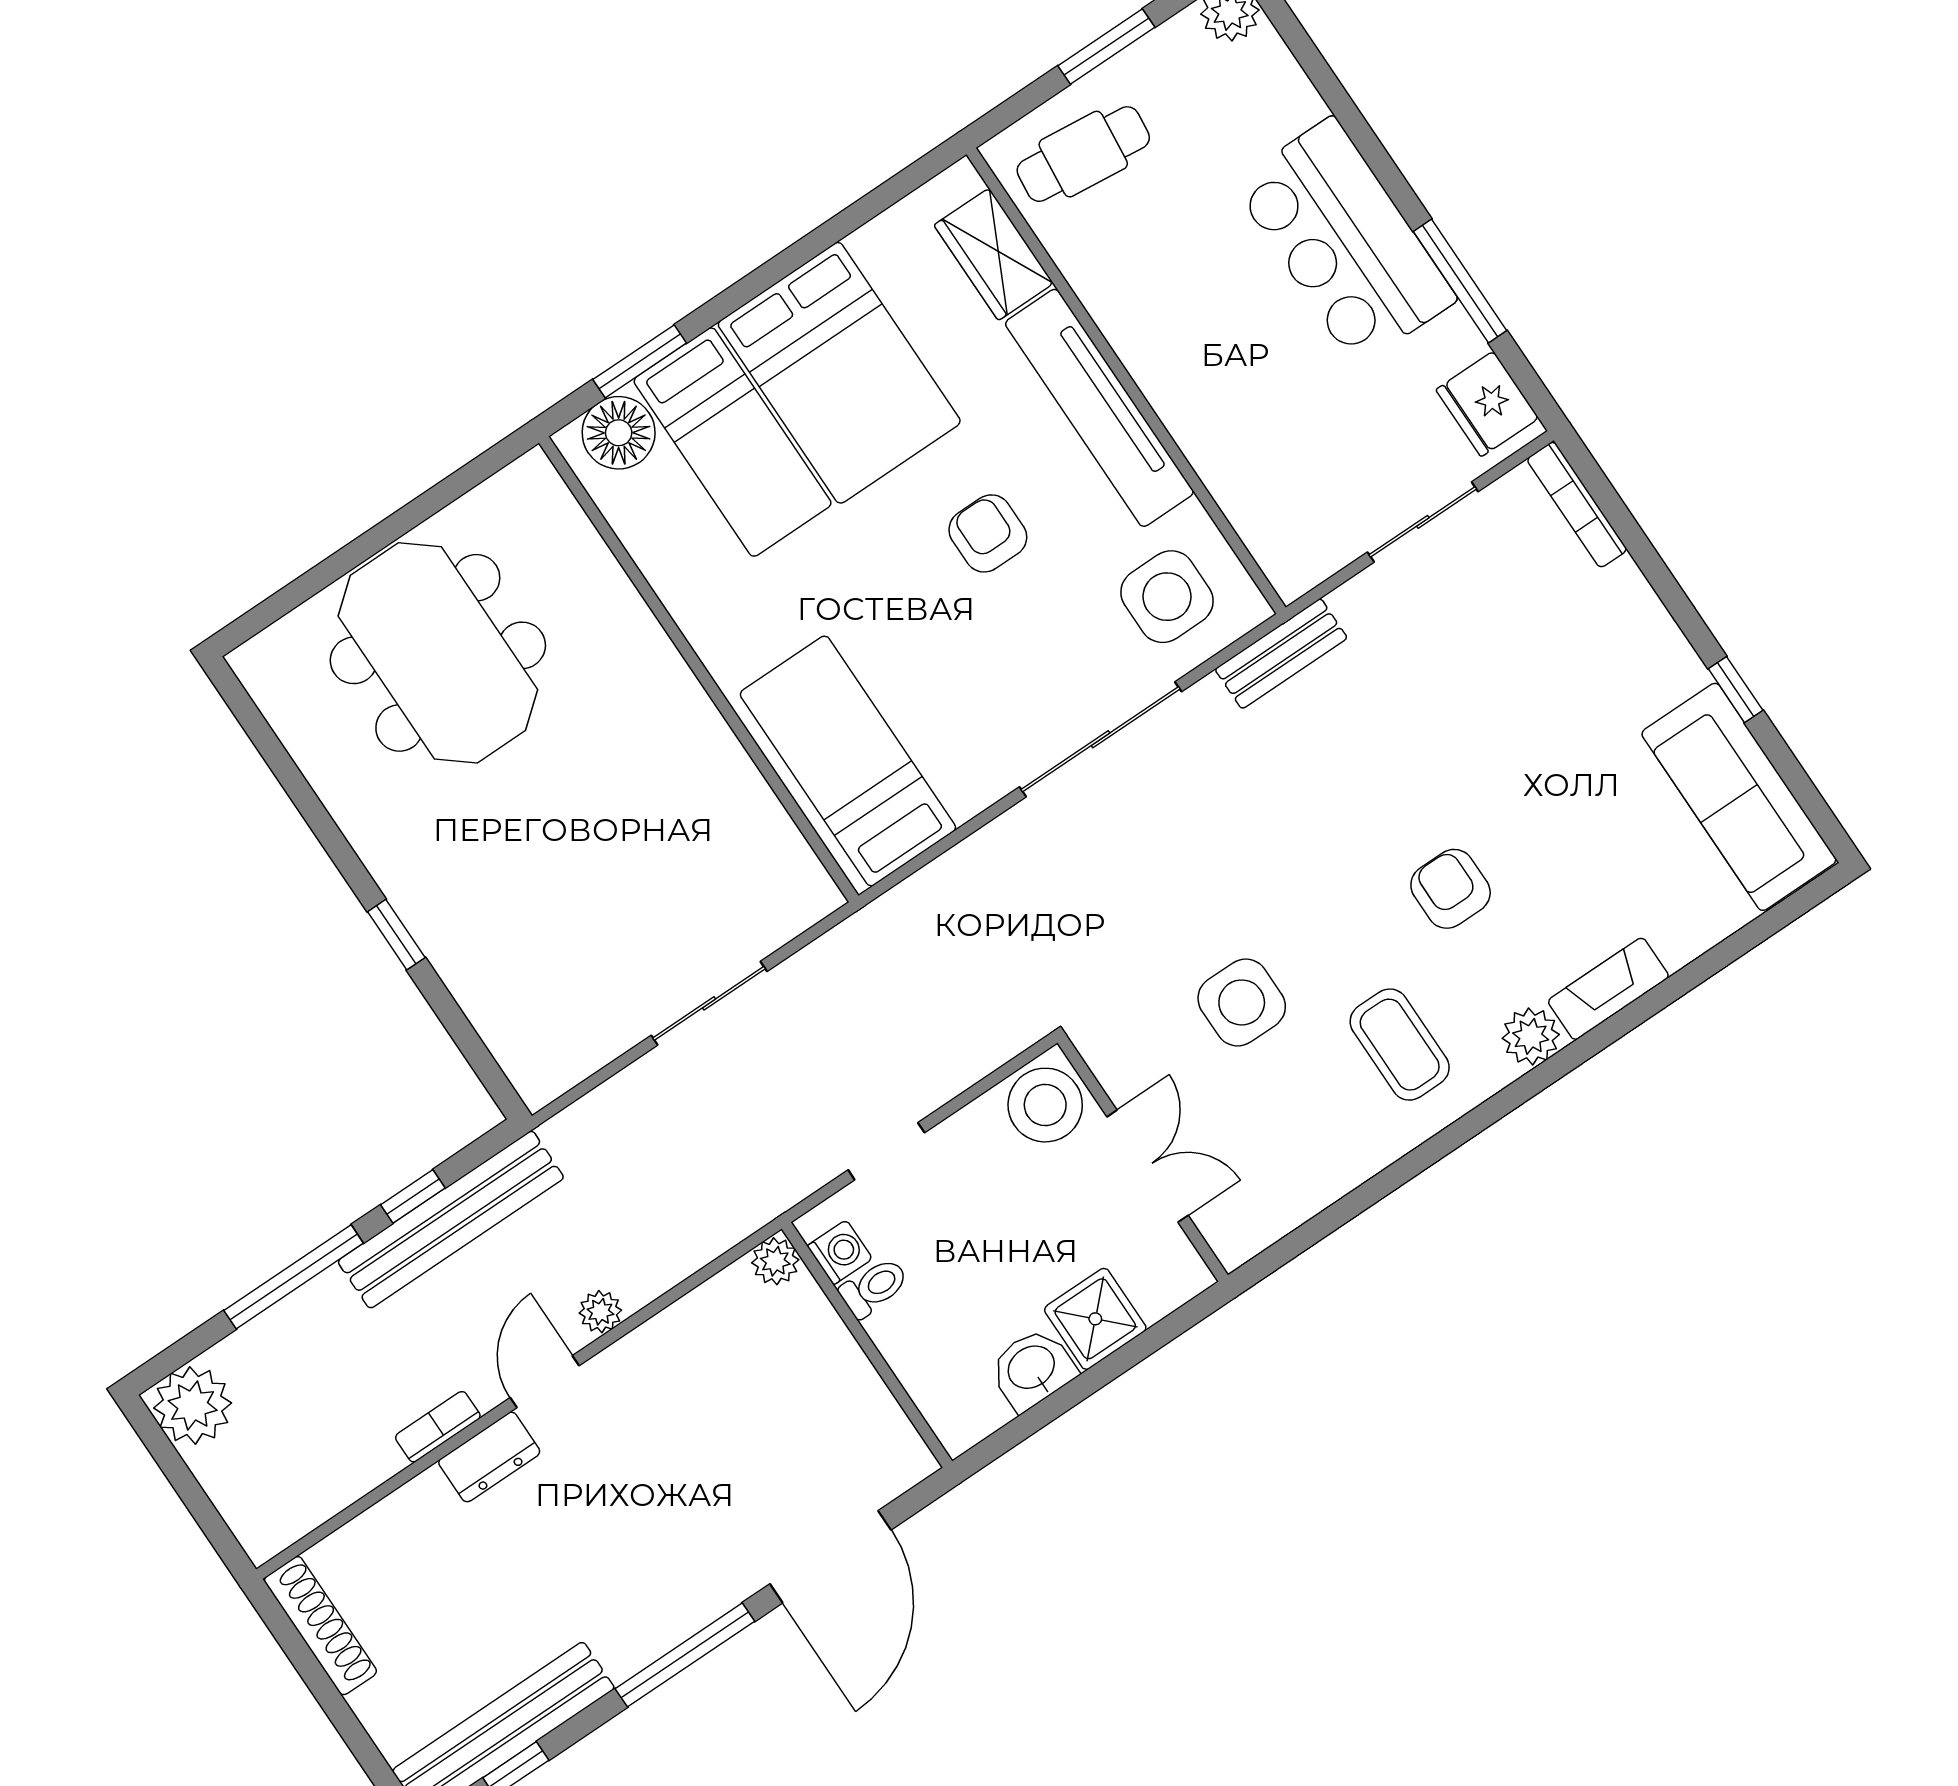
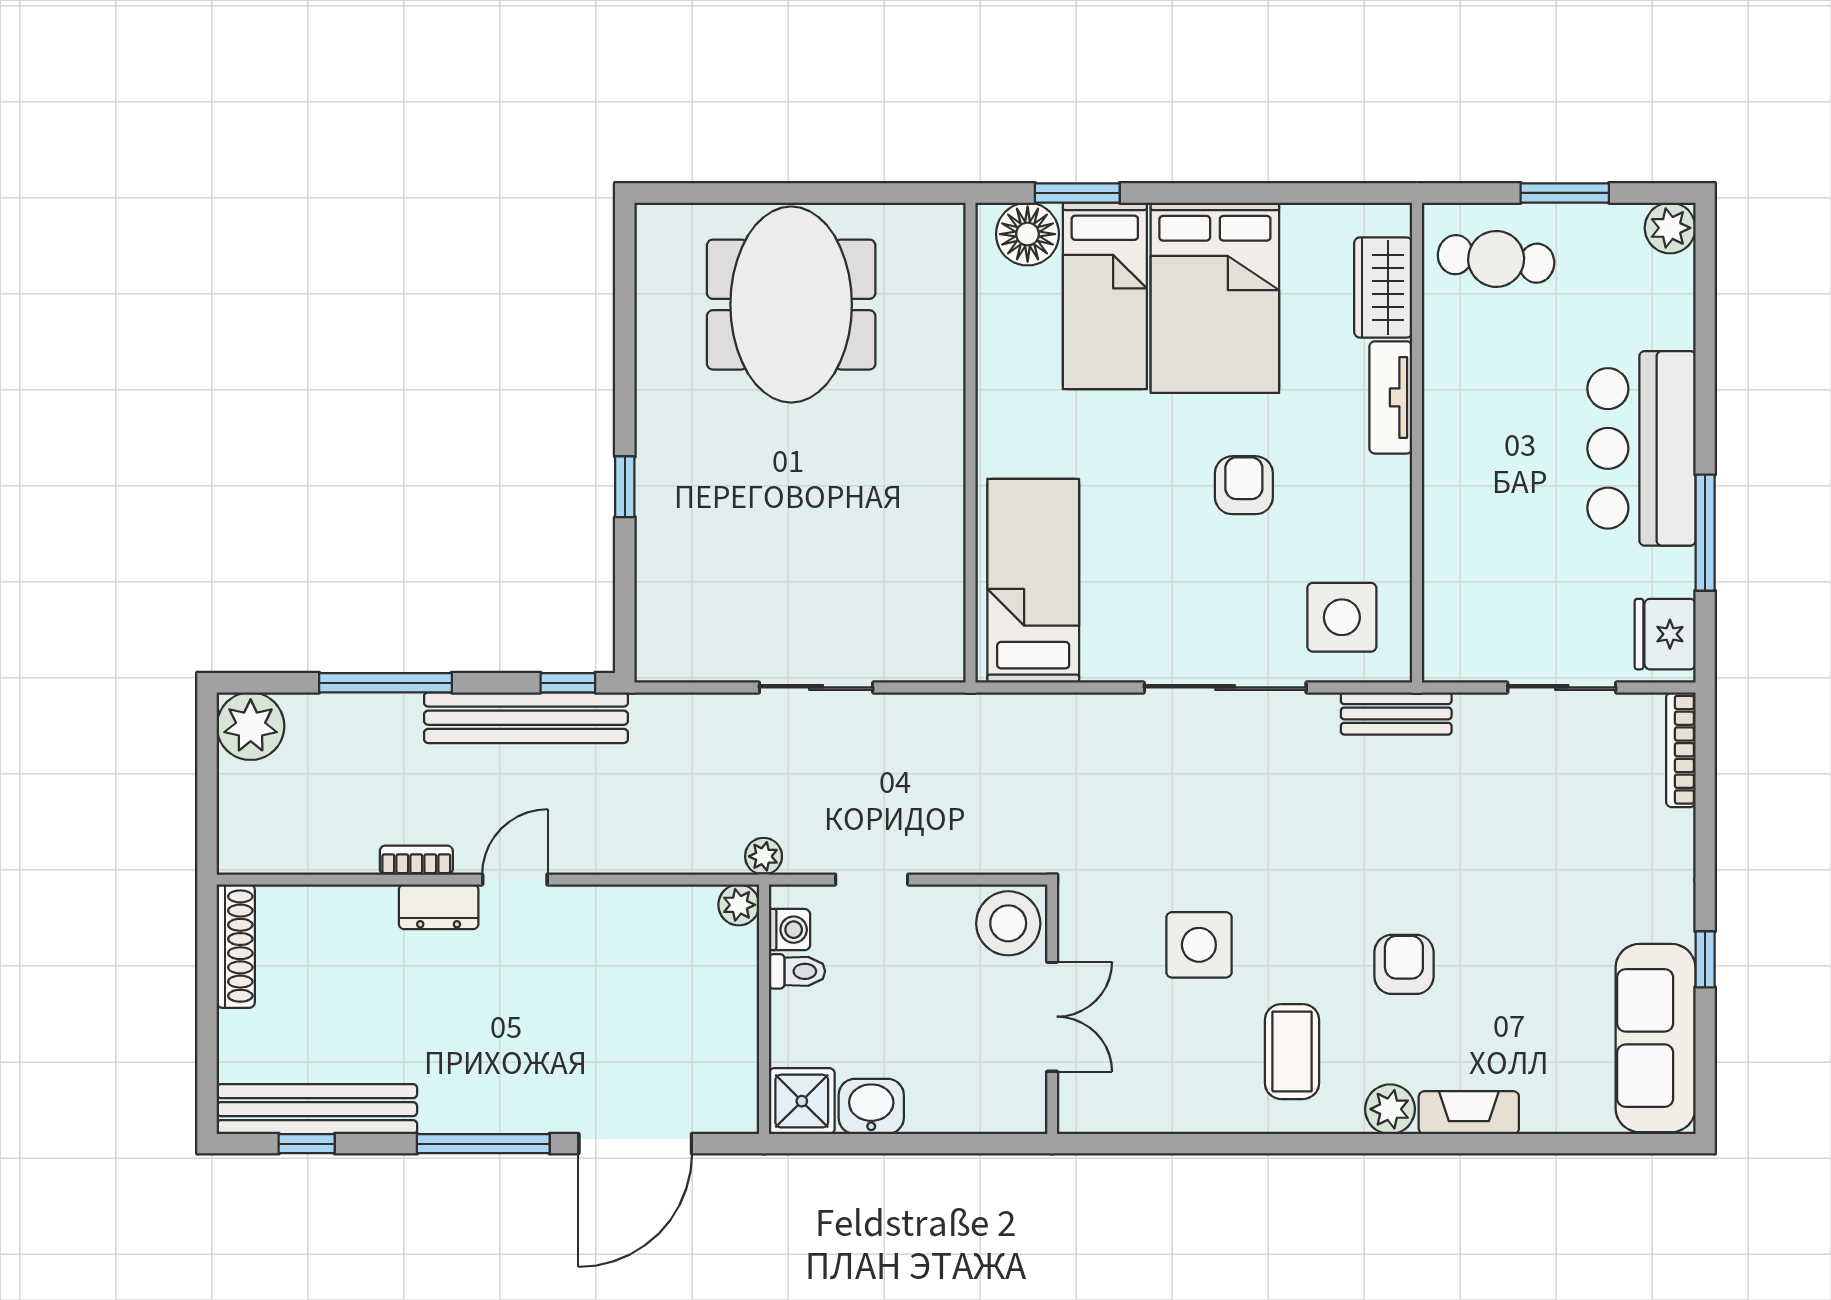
tv unit: (1099, 408) -> (1391, 397), width x0.52, depth x0.78
window: (413, 1196) -> (568, 683), moved
plant: (600, 1312) -> (764, 856), moved
shower: (1095, 1319) -> (802, 1101), moved

